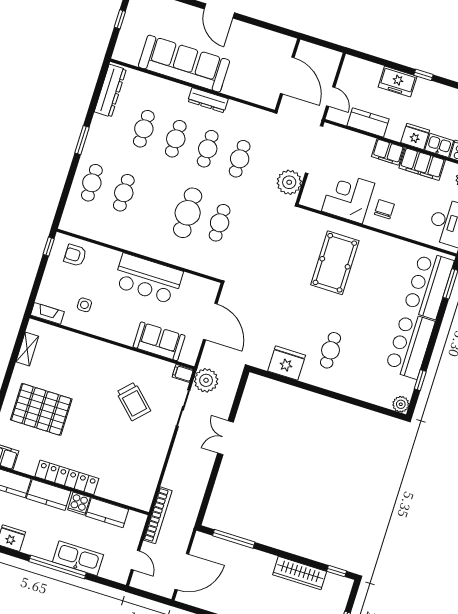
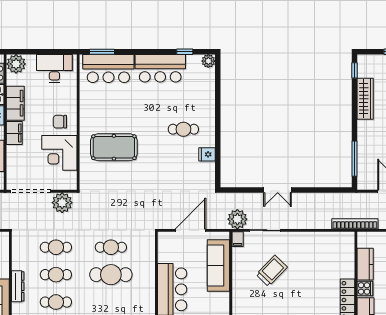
sofa: (159, 341) -> (218, 266), width x1.36
fridge: (287, 363) -> (207, 154), width x0.53, depth x0.75

